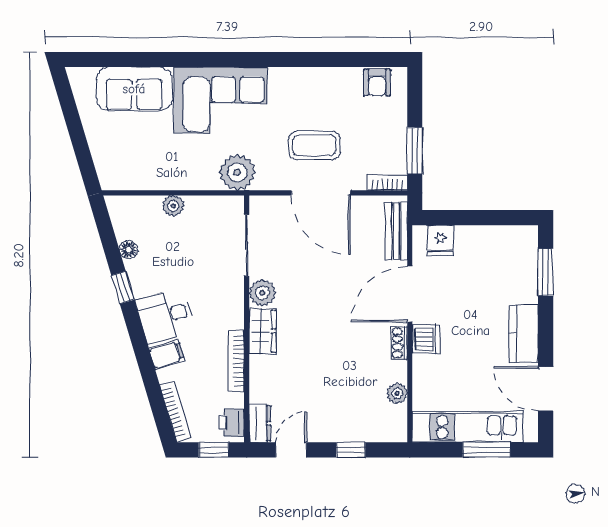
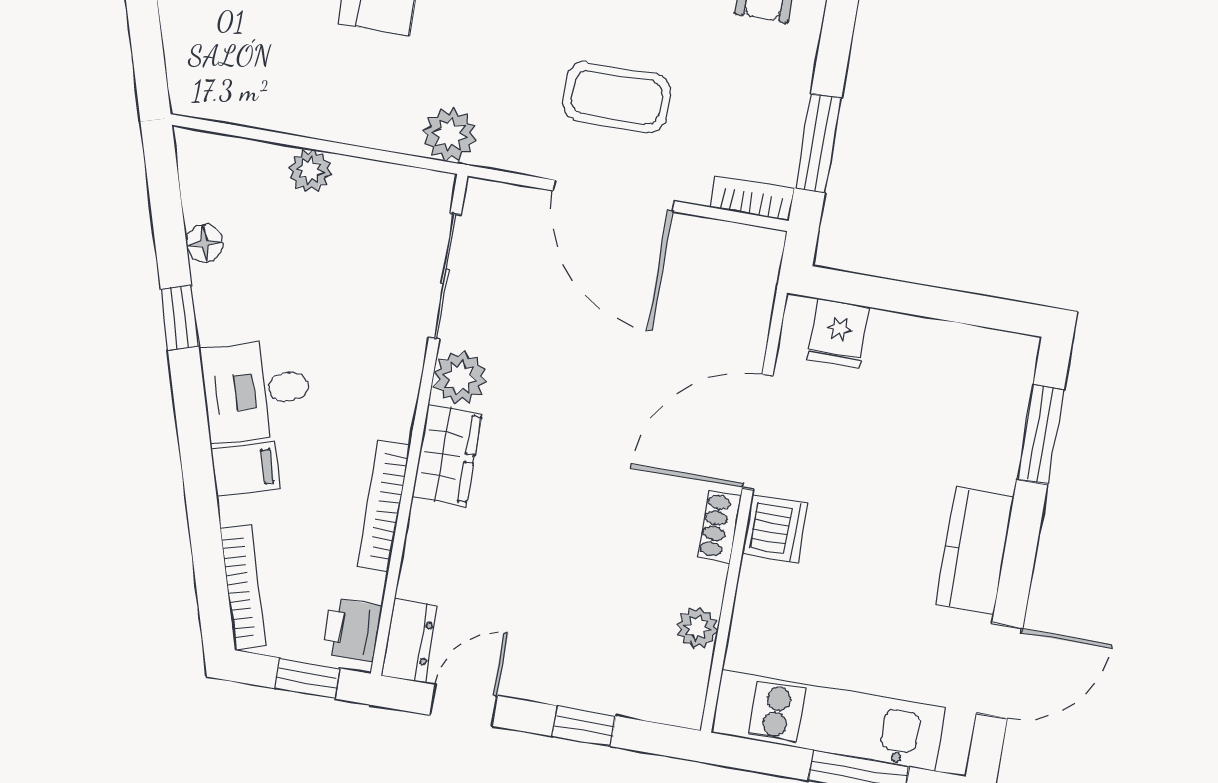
plant: (237, 172) -> (450, 135), width x0.73, depth x0.73
bench: (396, 231) -> (753, 299), removed
door: (546, 389) -> (1000, 671), swing flipped

